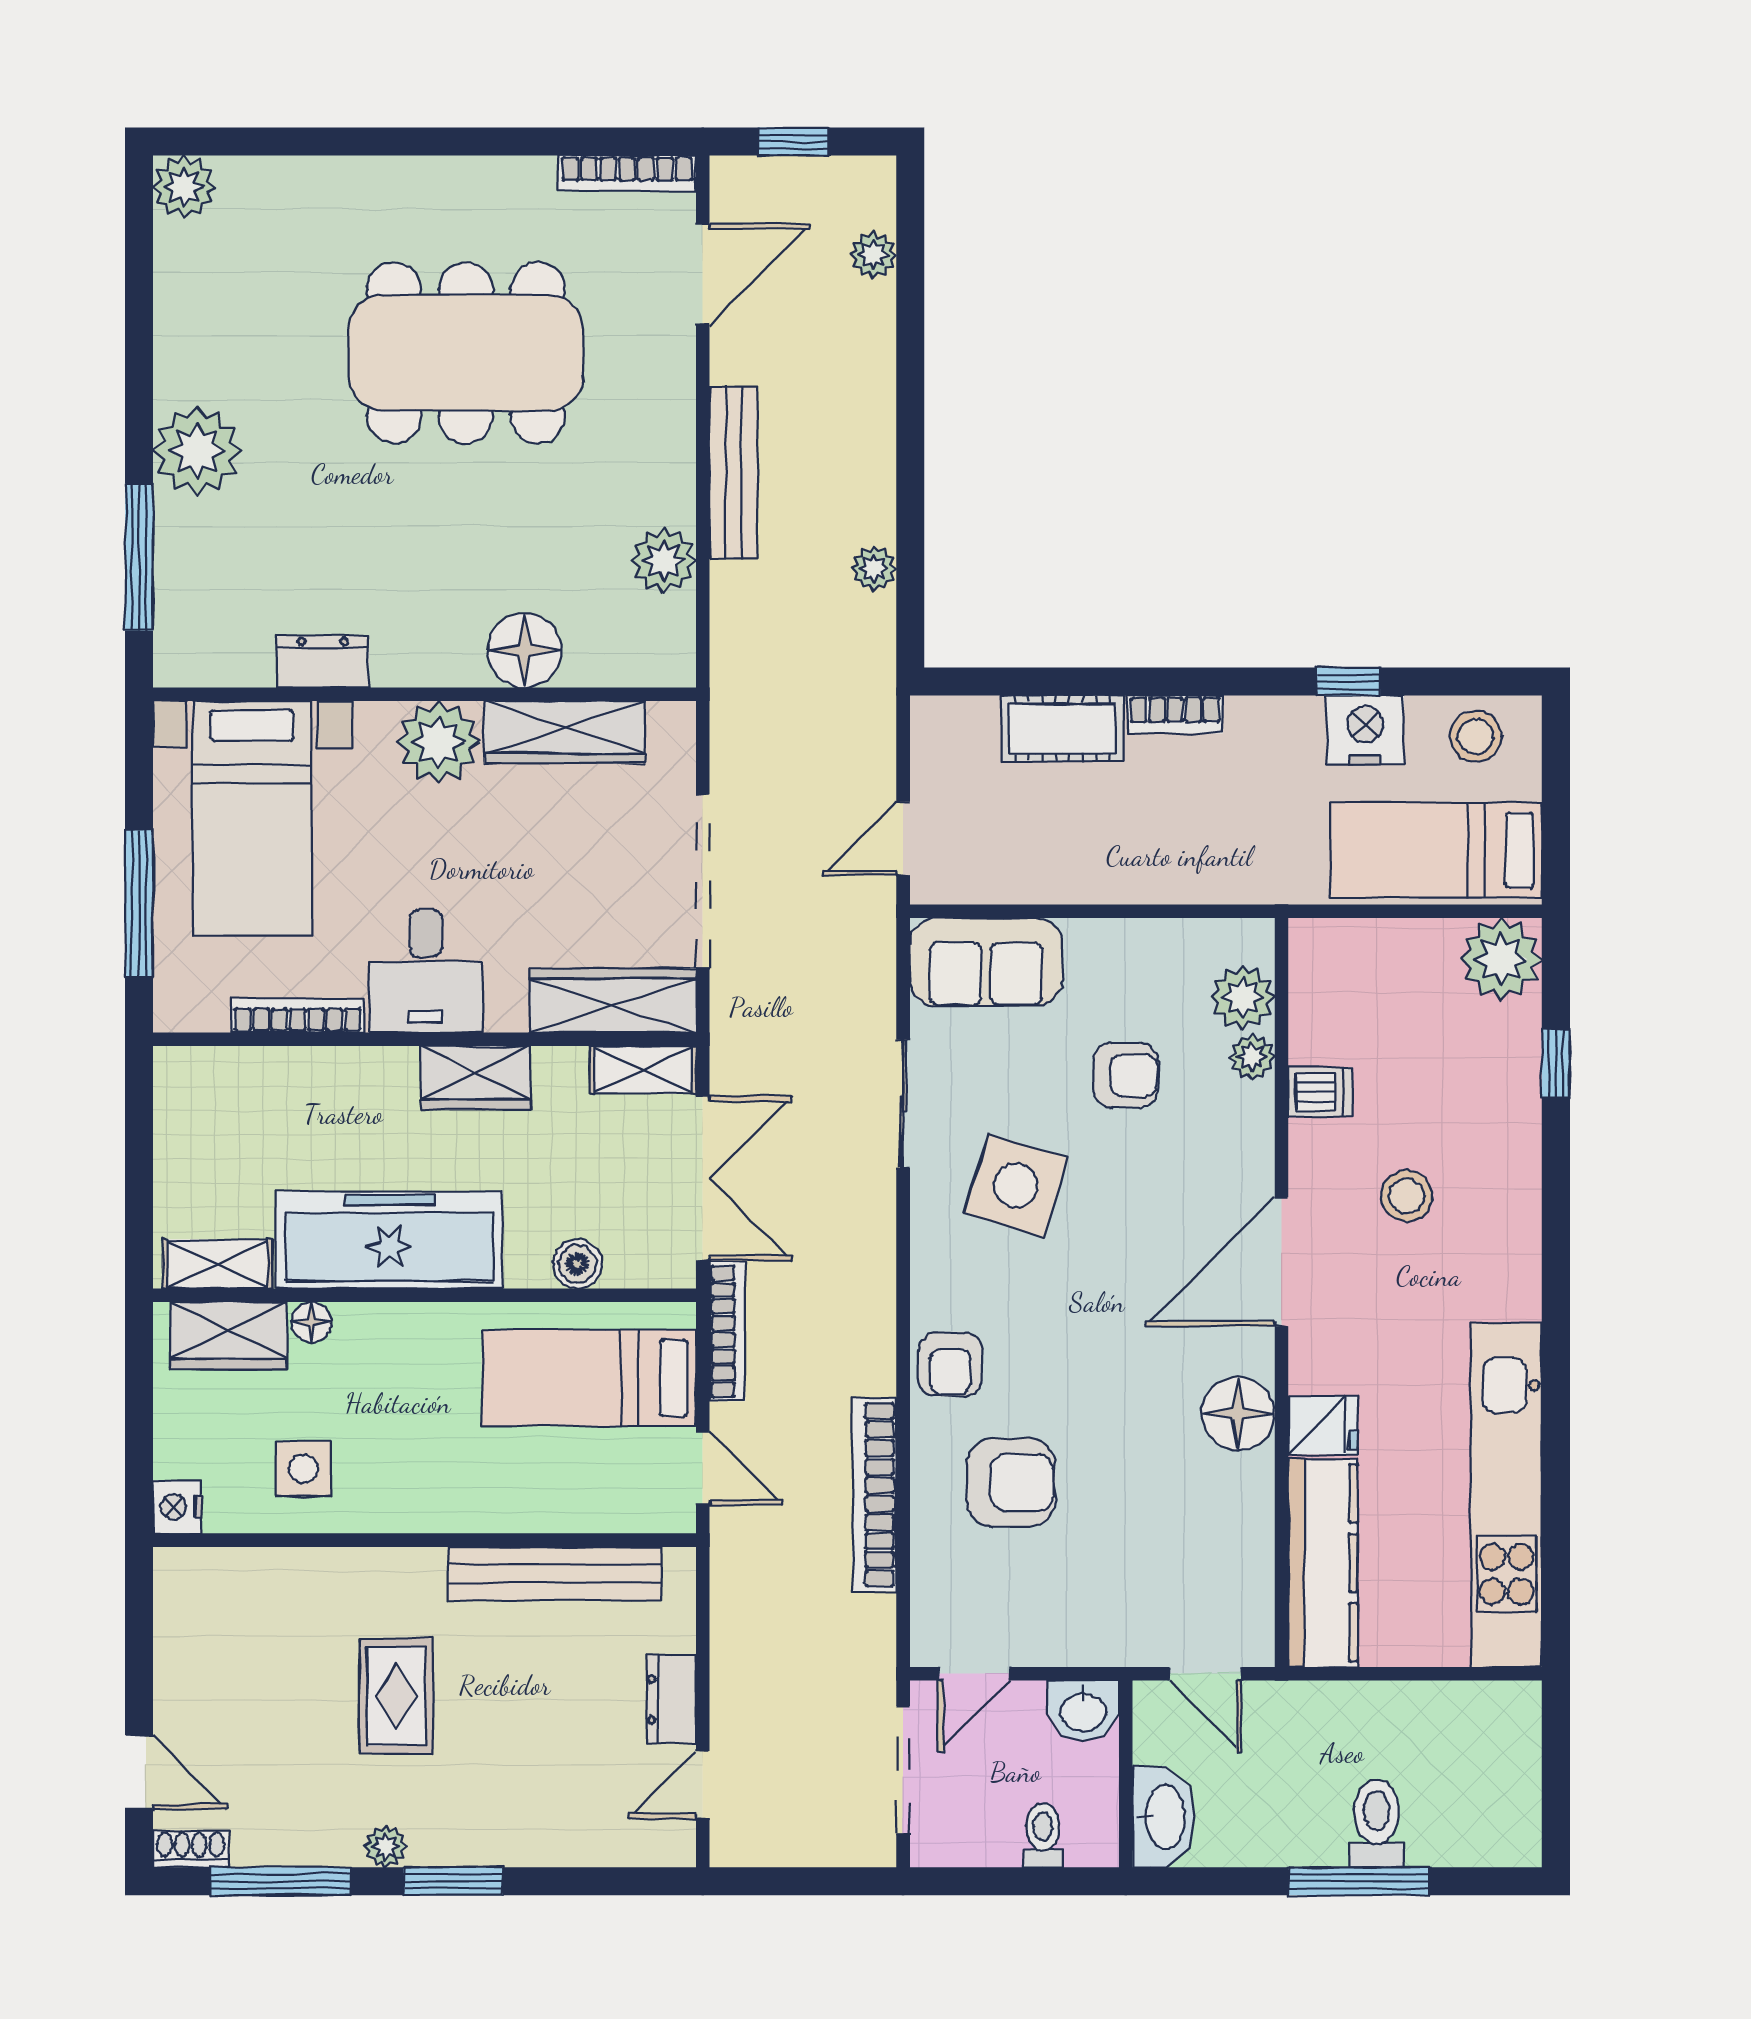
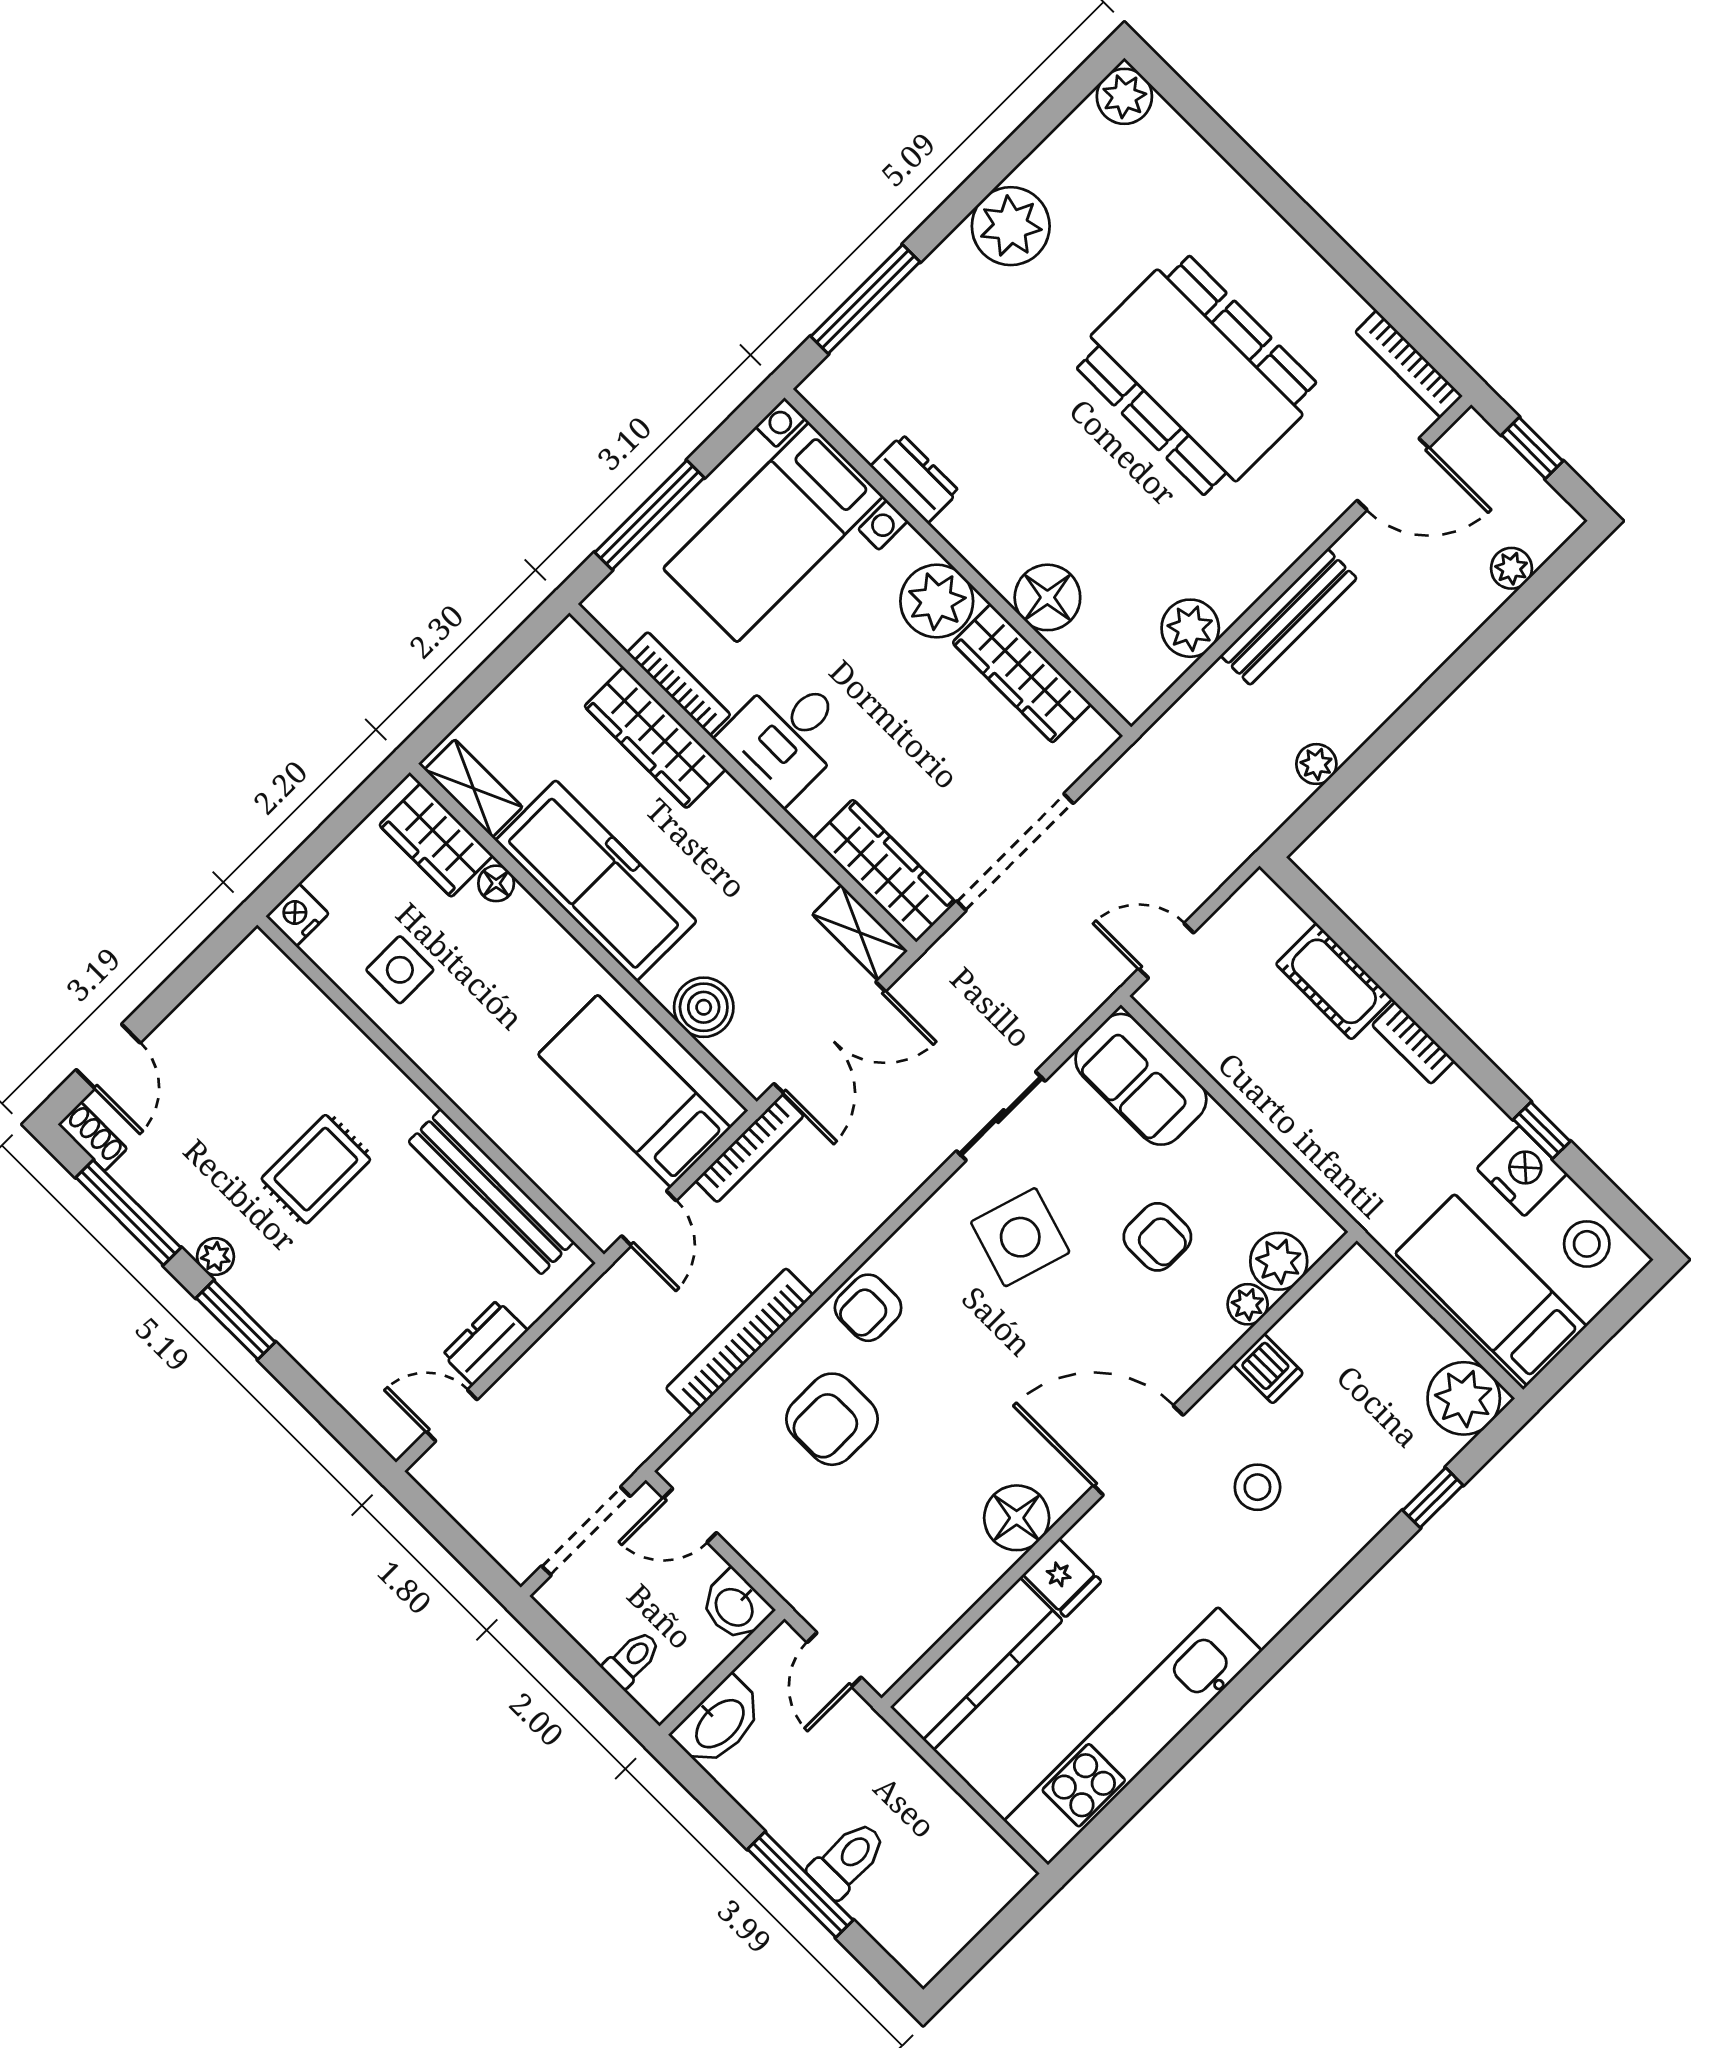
plant: (197, 451) -> (1011, 226), moved
wardrobe: (476, 1078) -> (655, 738), moved, width x1.50
boiler: (577, 1264) -> (704, 1007), width x1.36, depth x1.36
armchair: (1011, 1483) -> (832, 1419), turned 90

